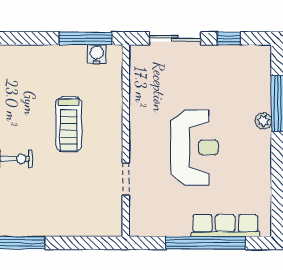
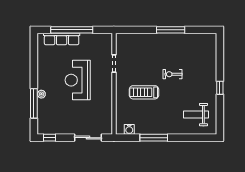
window: (85, 38) -> (154, 138), moved
window: (229, 38) -> (50, 138), moved
treadmill: (69, 124) -> (144, 92), turned -90

